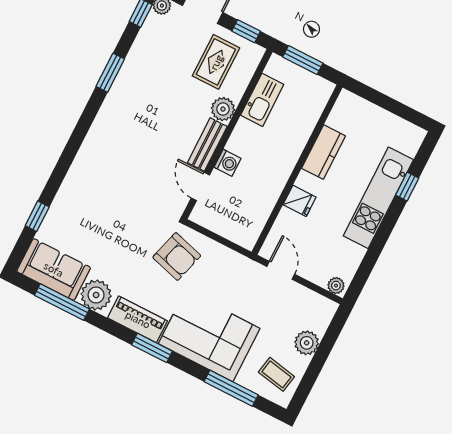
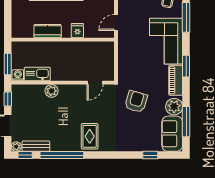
rug: (216, 62) -> (90, 136), moved, turned 90
window: (110, 73) -> (62, 155), width x2.11
bench: (207, 145) -> (36, 146), moved
washing machine: (228, 163) -> (18, 75), moved
armchair: (177, 256) -> (136, 102), moved

